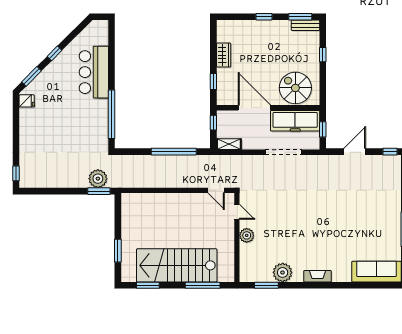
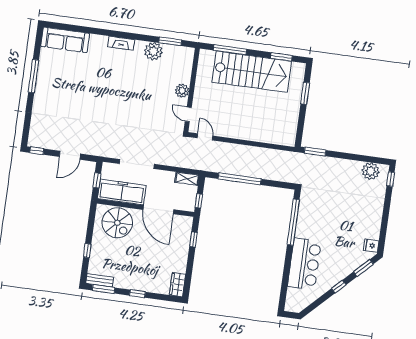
wardrobe: (224, 55) -> (177, 285), moved
plant: (98, 179) -> (371, 171), moved

